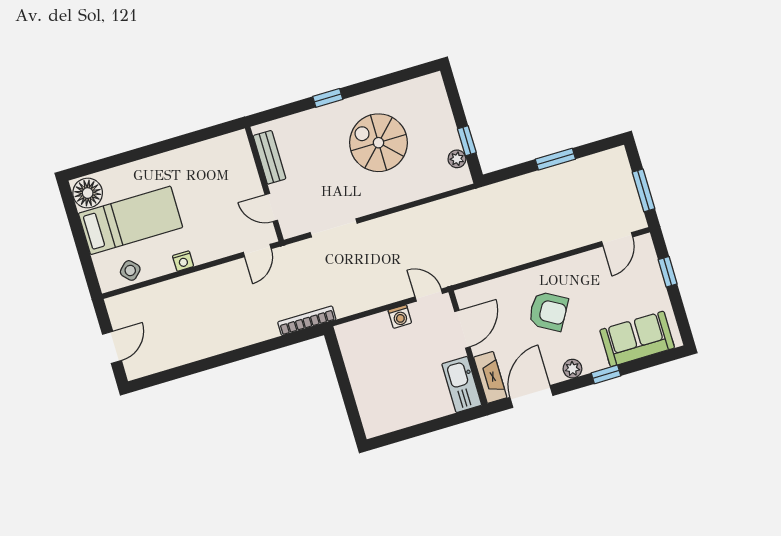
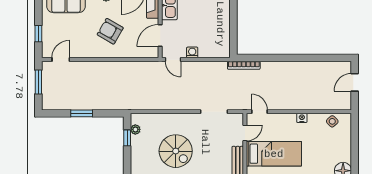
door: (271, 207) -> (245, 133), hinge flipped
bed: (131, 220) -> (274, 154), moved, turned 180
door: (257, 251) -> (260, 112), hinge flipped

